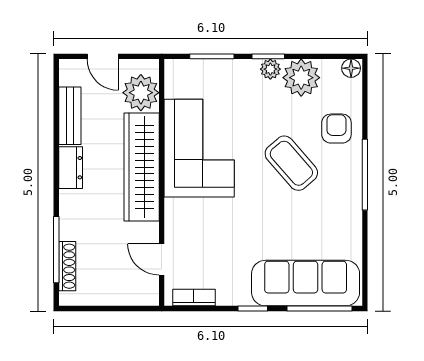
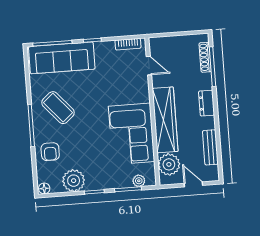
plant: (270, 69) -> (139, 181), moved
coffee table: (291, 163) -> (58, 108), moved
dresser: (71, 168) -> (207, 103), moved

